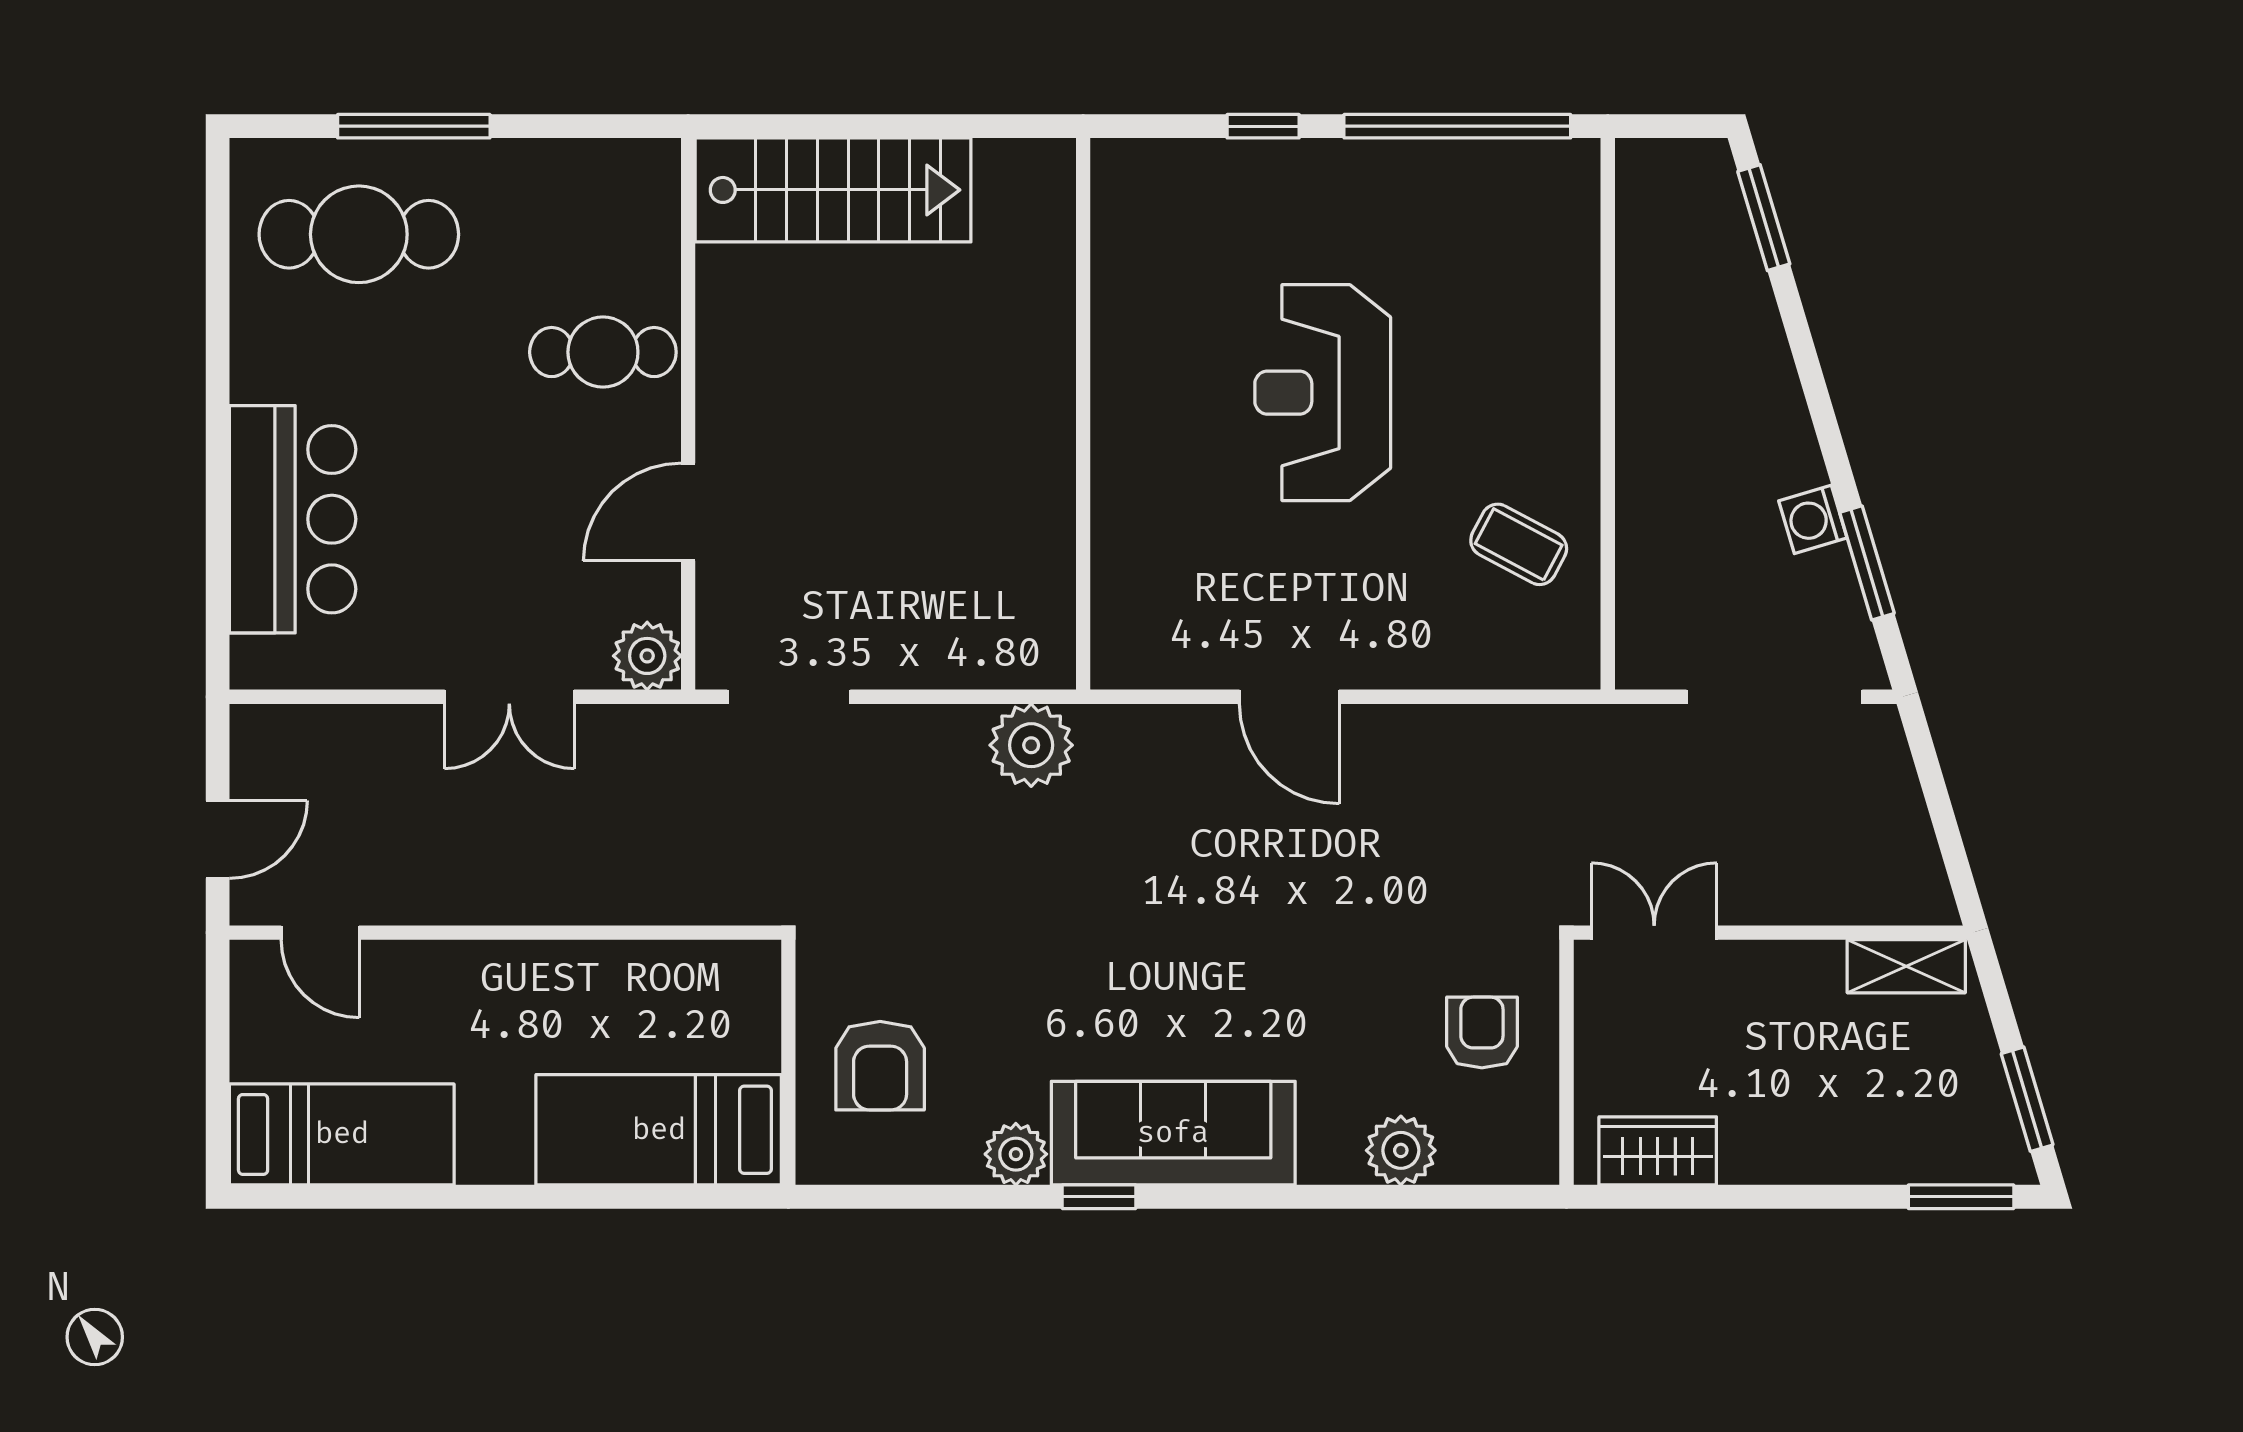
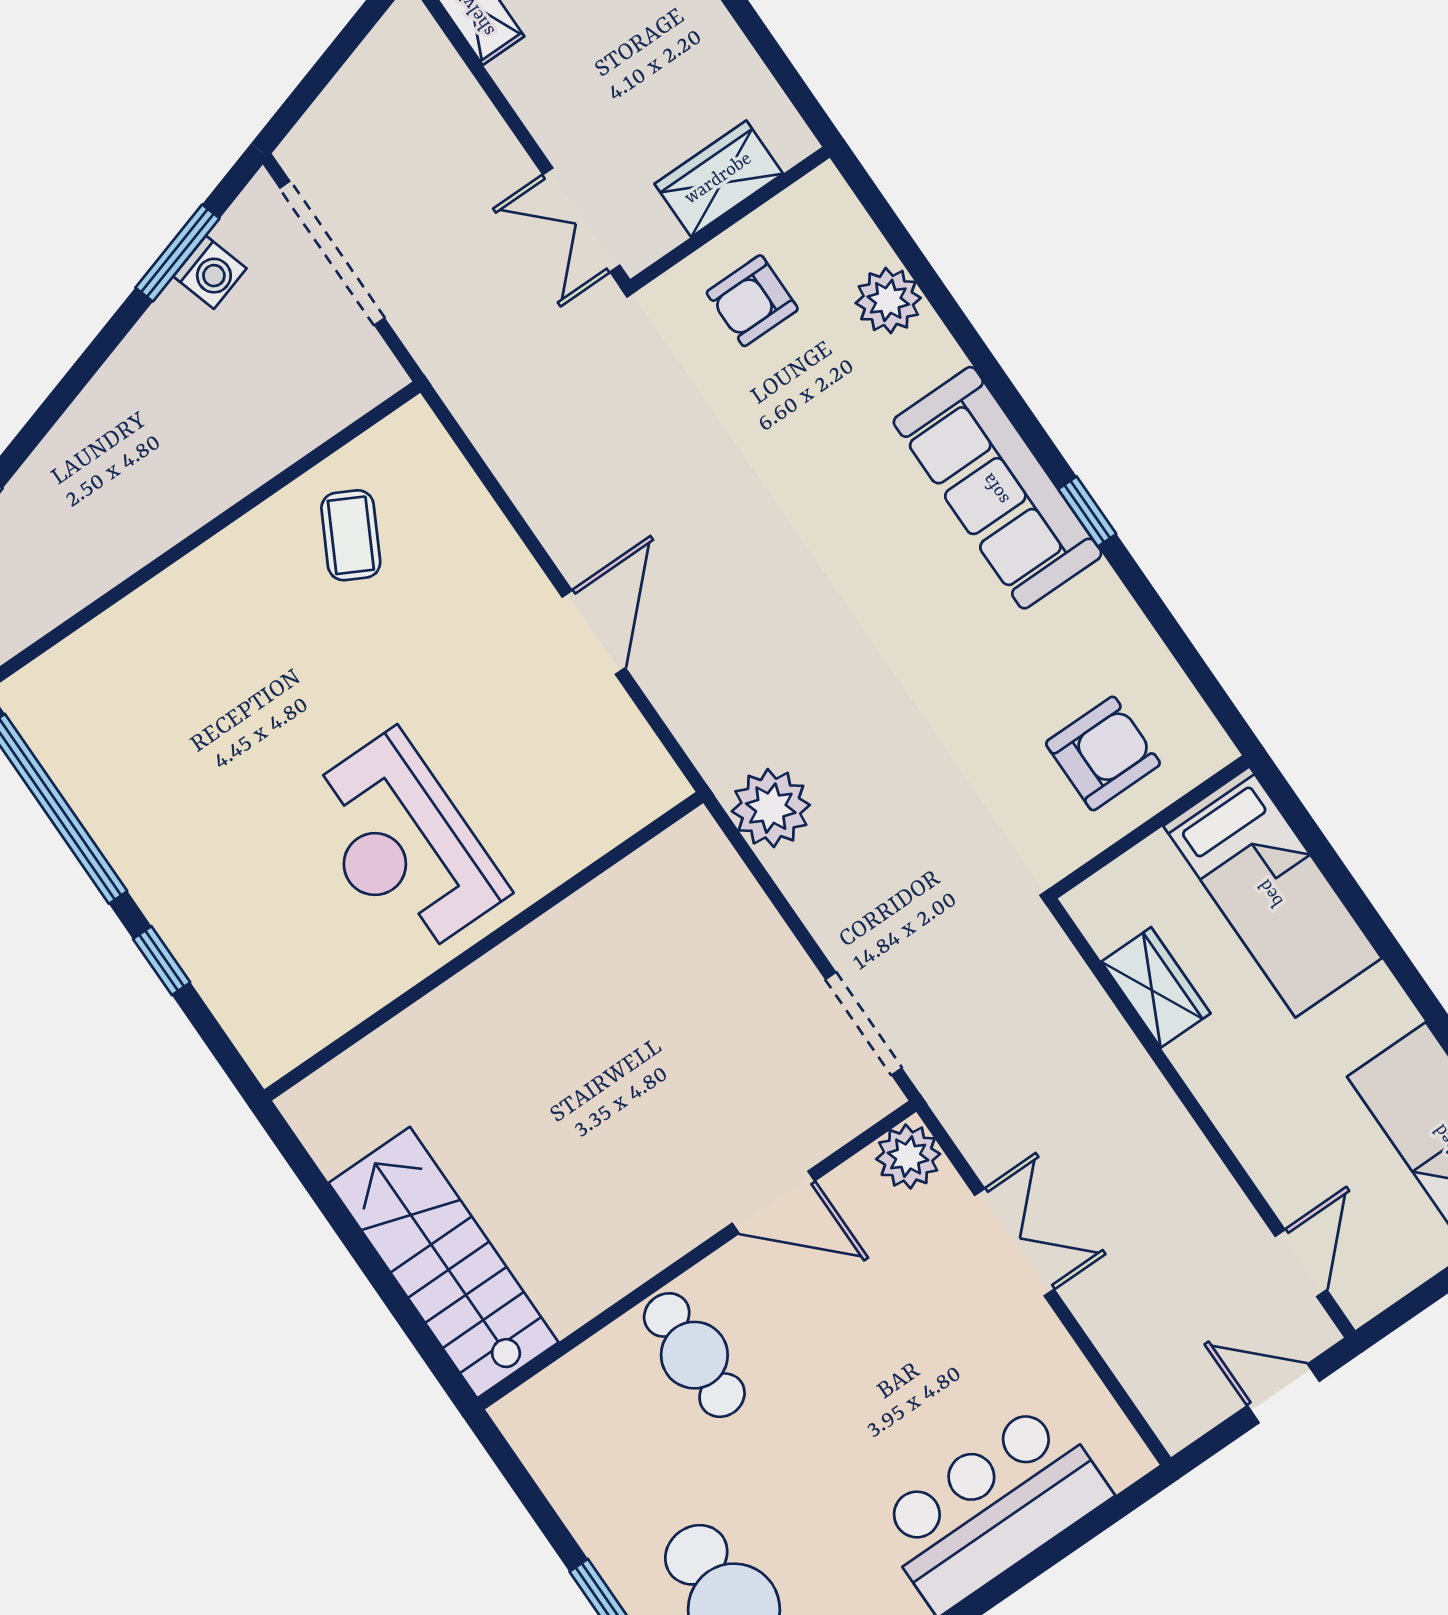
reception desk: (1323, 393) -> (403, 845), moved, turned 90
washing machine: (1813, 519) -> (210, 272), moved
wardrobe: (646, 972) -> (1156, 987), added
wardrobe: (1658, 1151) -> (719, 179), moved, turned 90
plant: (1016, 1154) -> (1099, 600), removed

